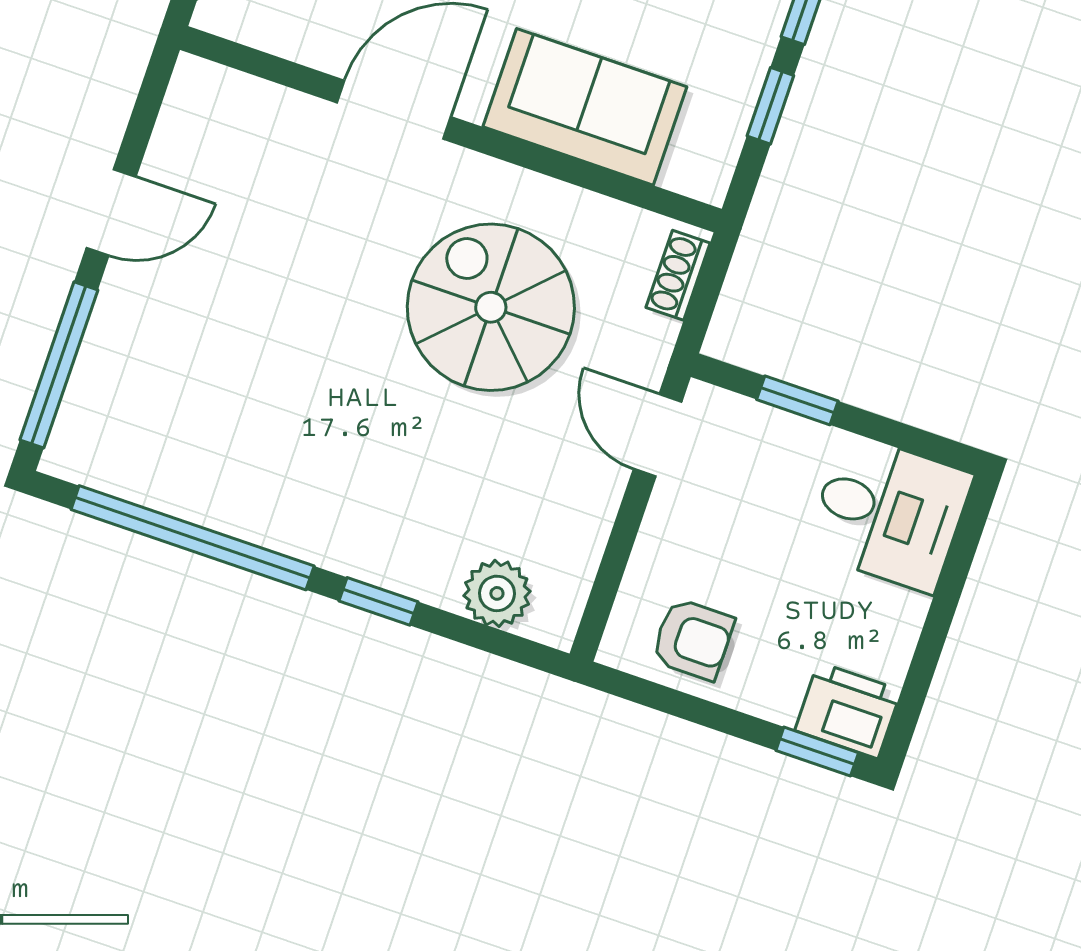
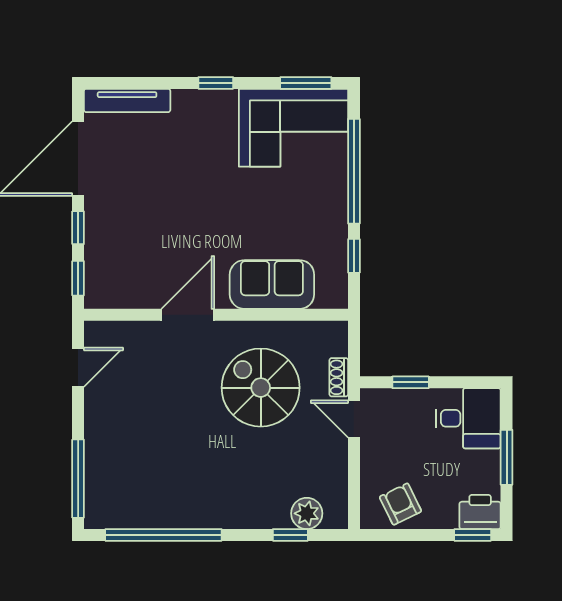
door: (111, 212) -> (78, 367), moved
shoe rack: (678, 275) -> (339, 377), moved
window: (379, 601) -> (290, 535), moved
window: (939, 618) -> (507, 457), added
armchair: (693, 639) -> (400, 504), turned -116

